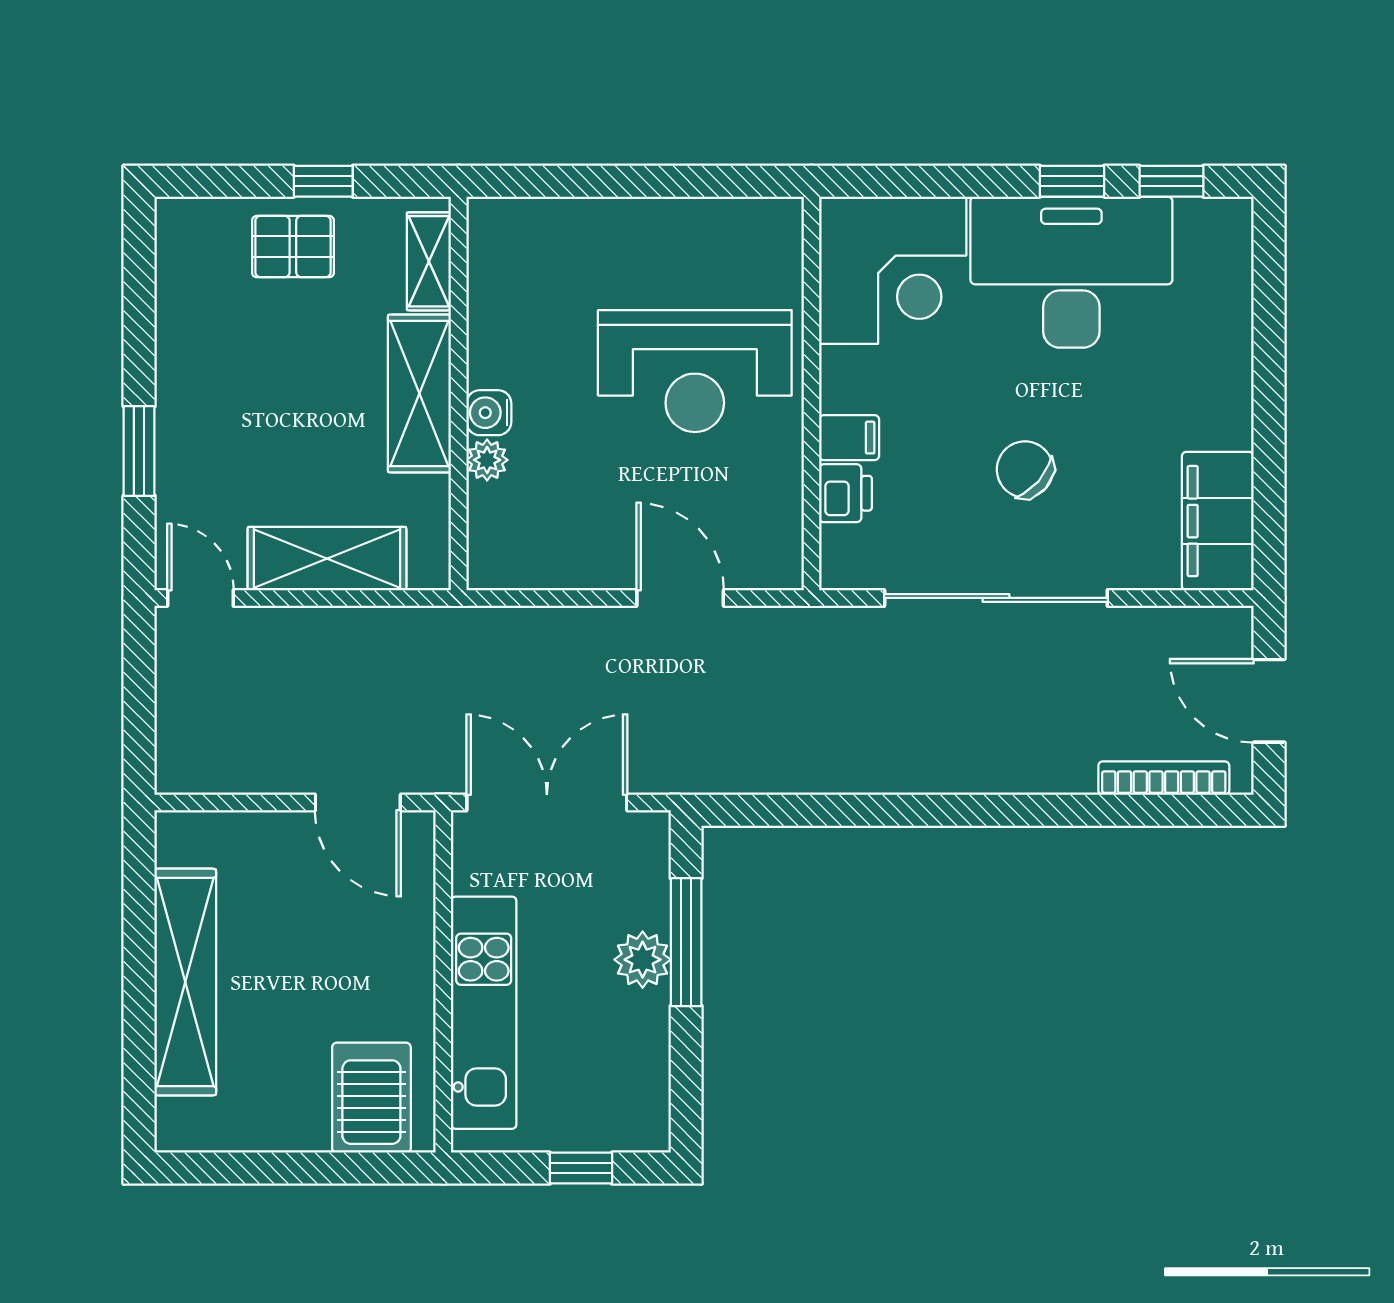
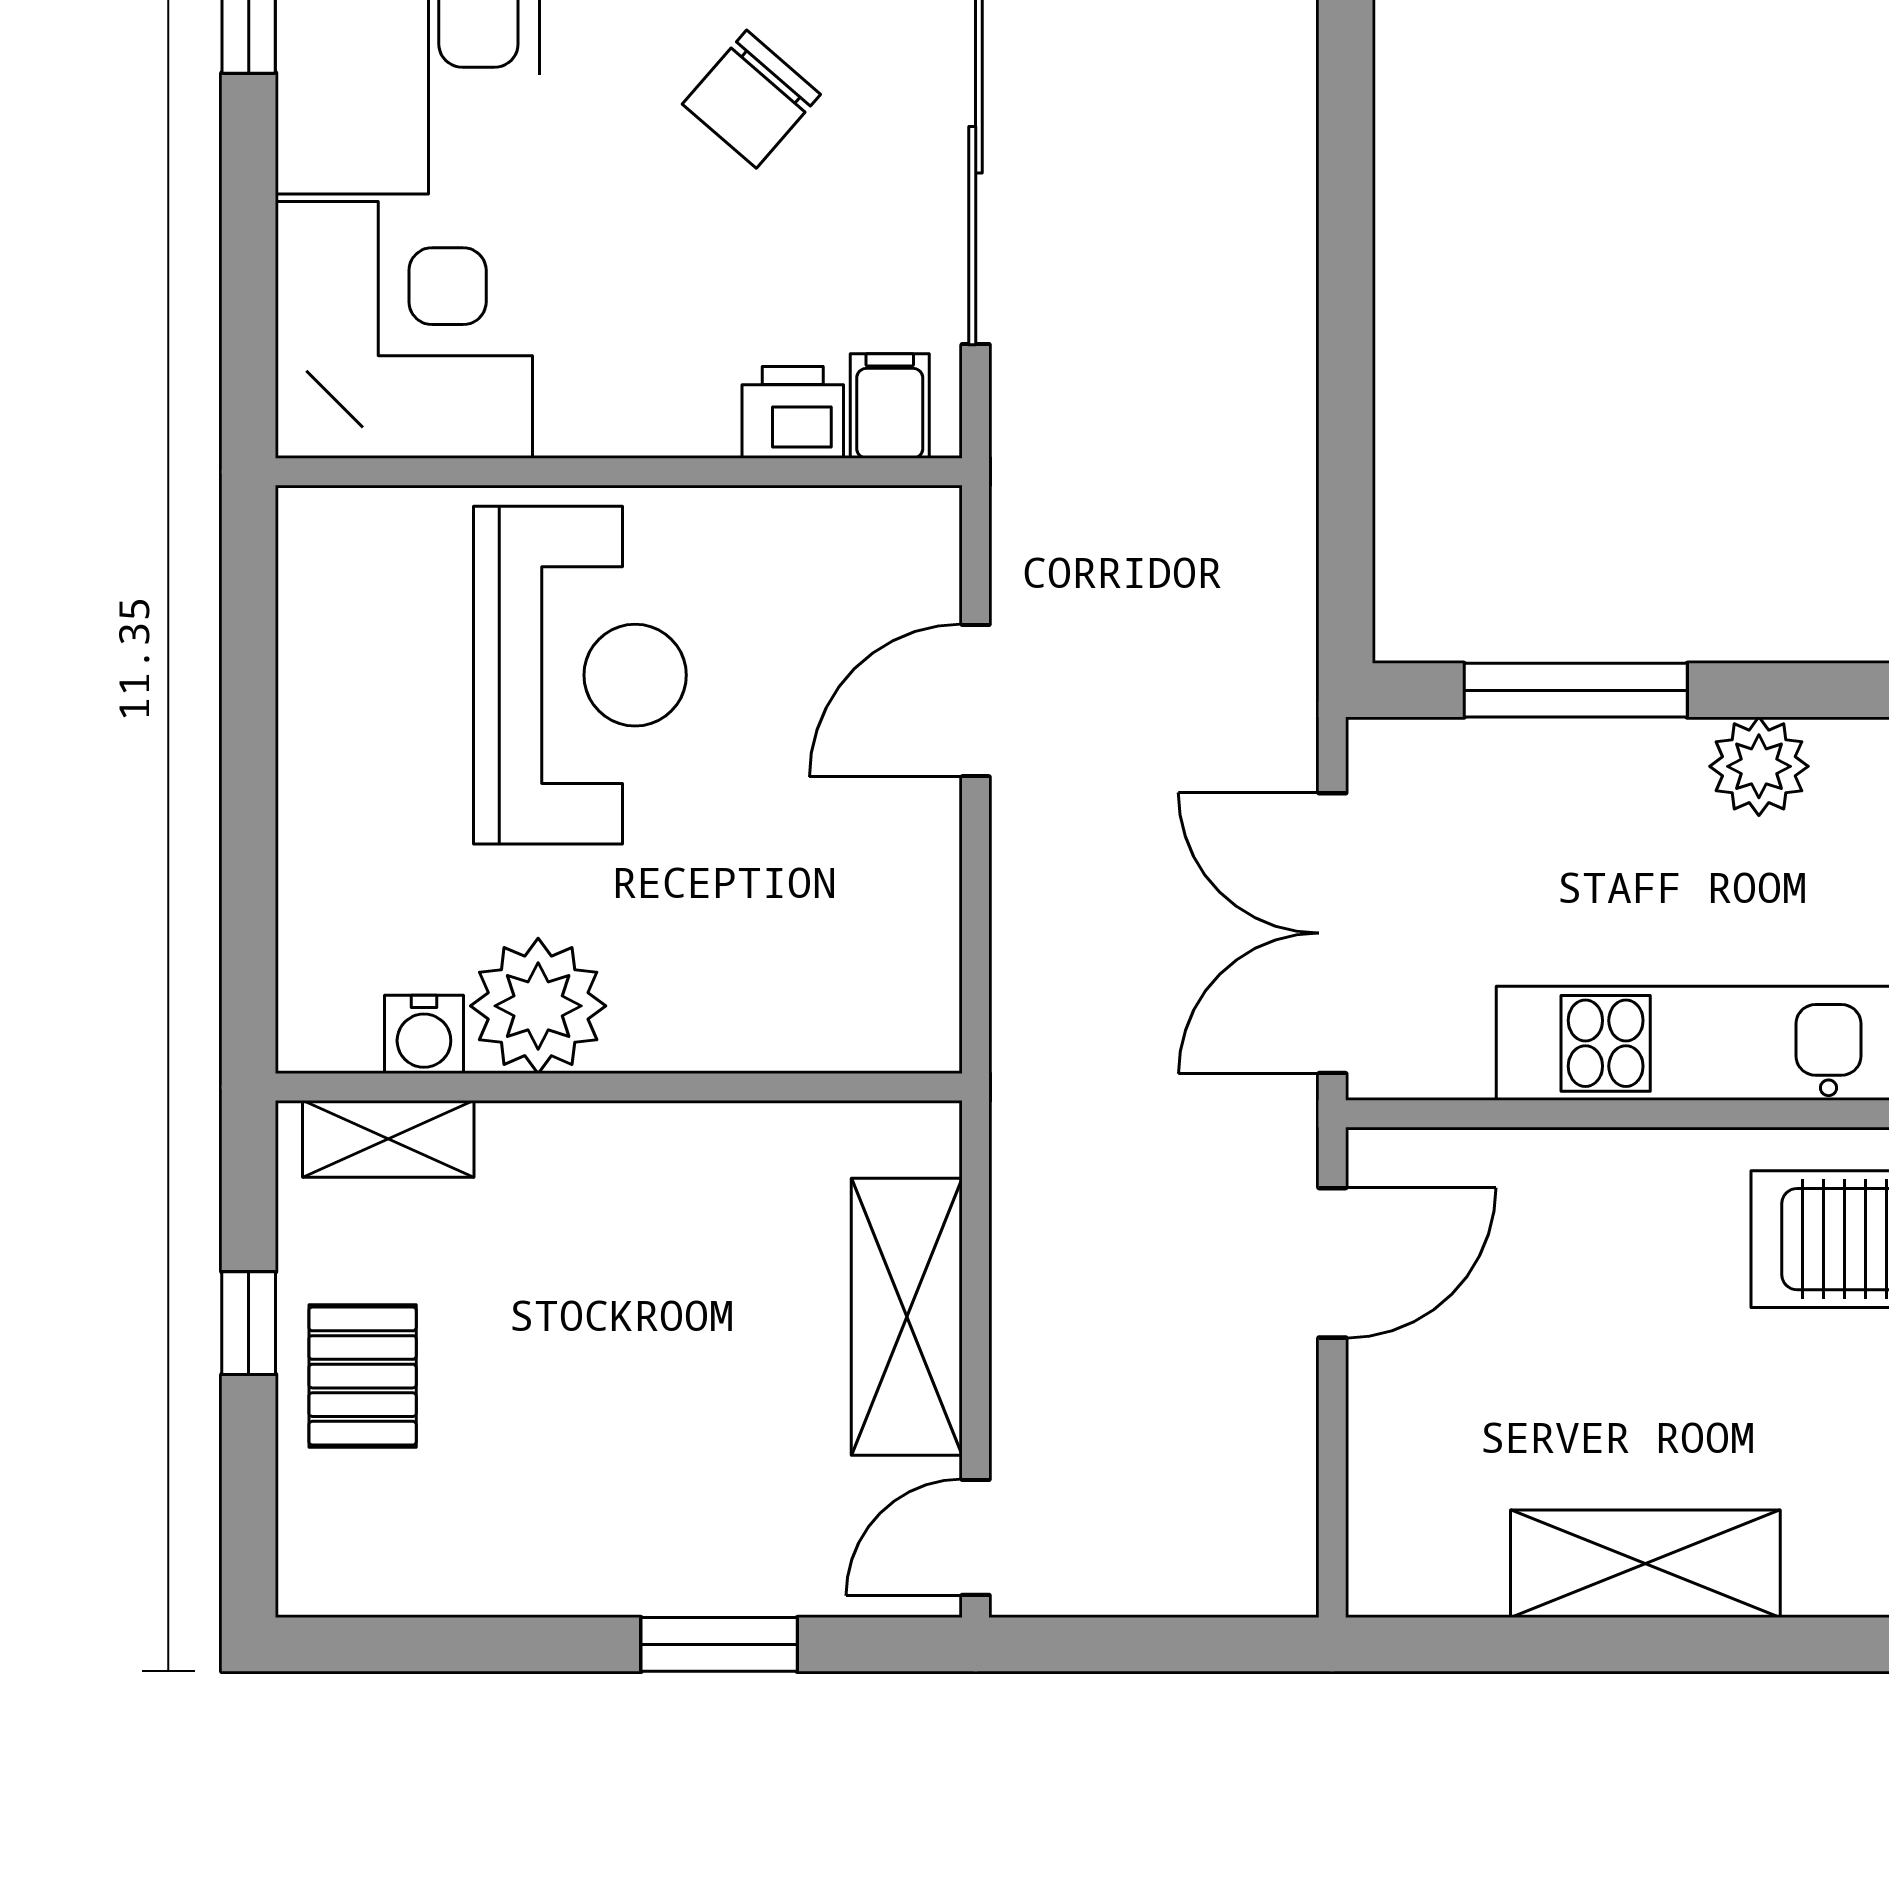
shelving: (419, 393) -> (619, 1155), removed
water cooler: (489, 413) -> (424, 1034), moved
filing cabinet: (849, 438) -> (890, 406), moved
plant: (487, 460) -> (538, 1006), moved, width x1.87, depth x1.87
plant: (643, 960) -> (1759, 766), moved
shelving: (185, 982) -> (1645, 1564), width x0.68

